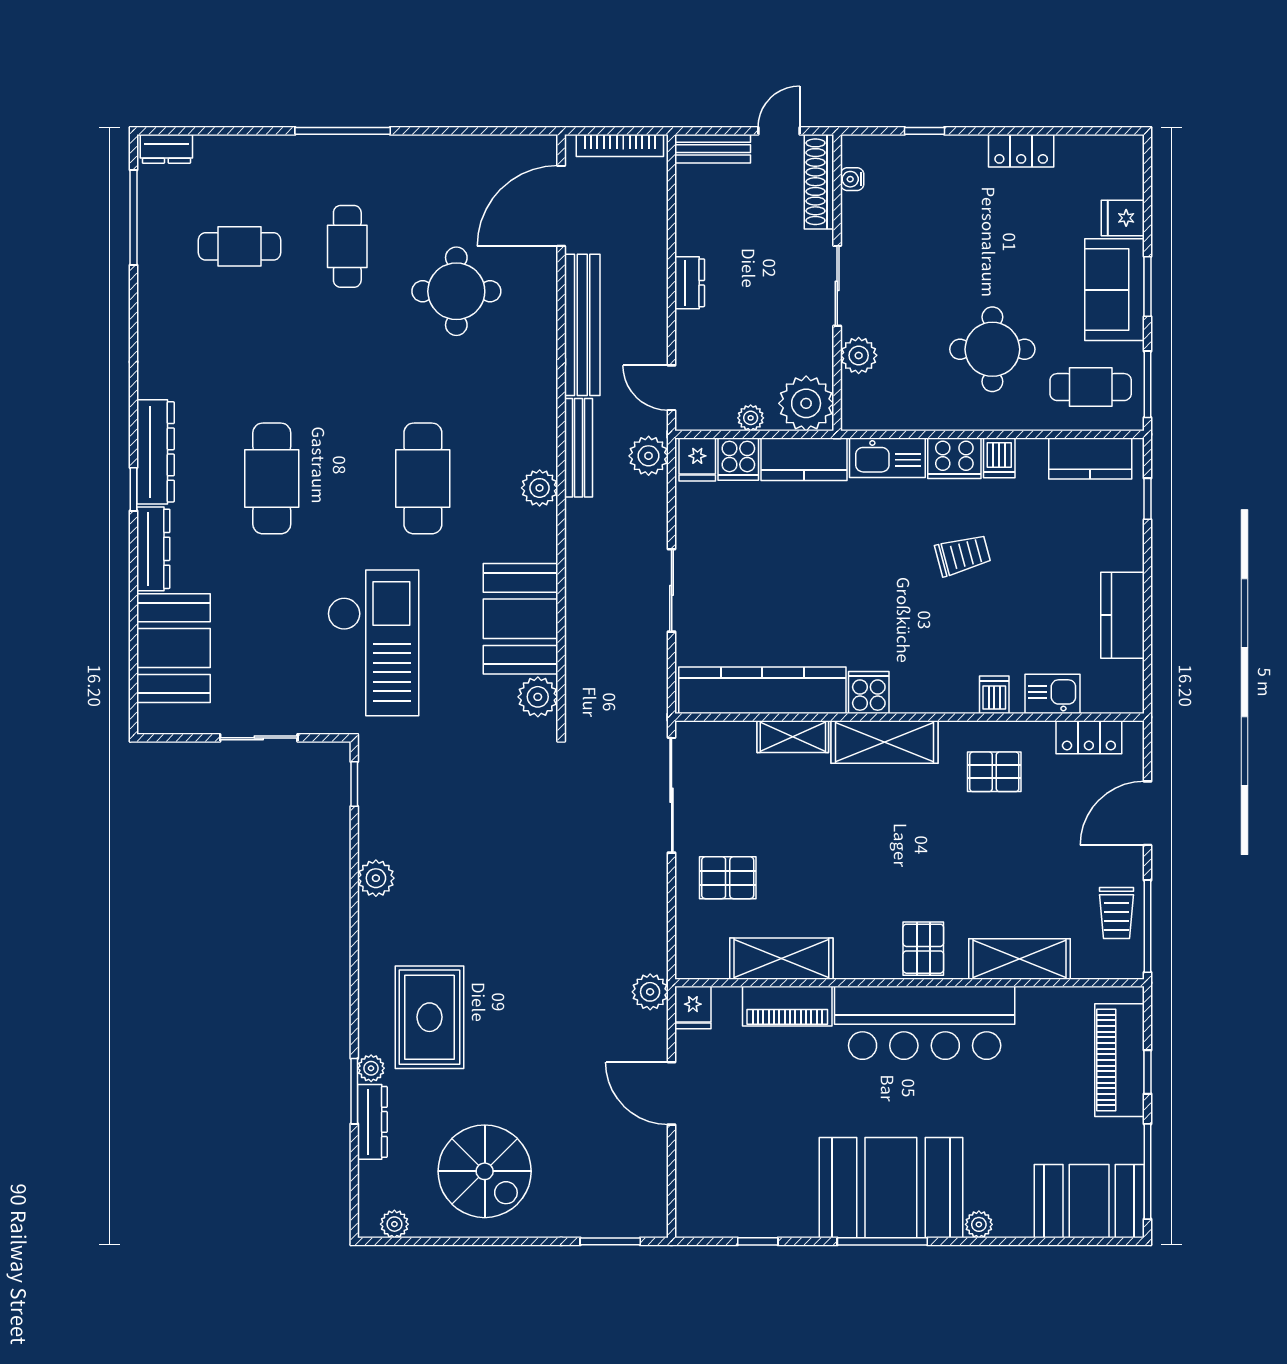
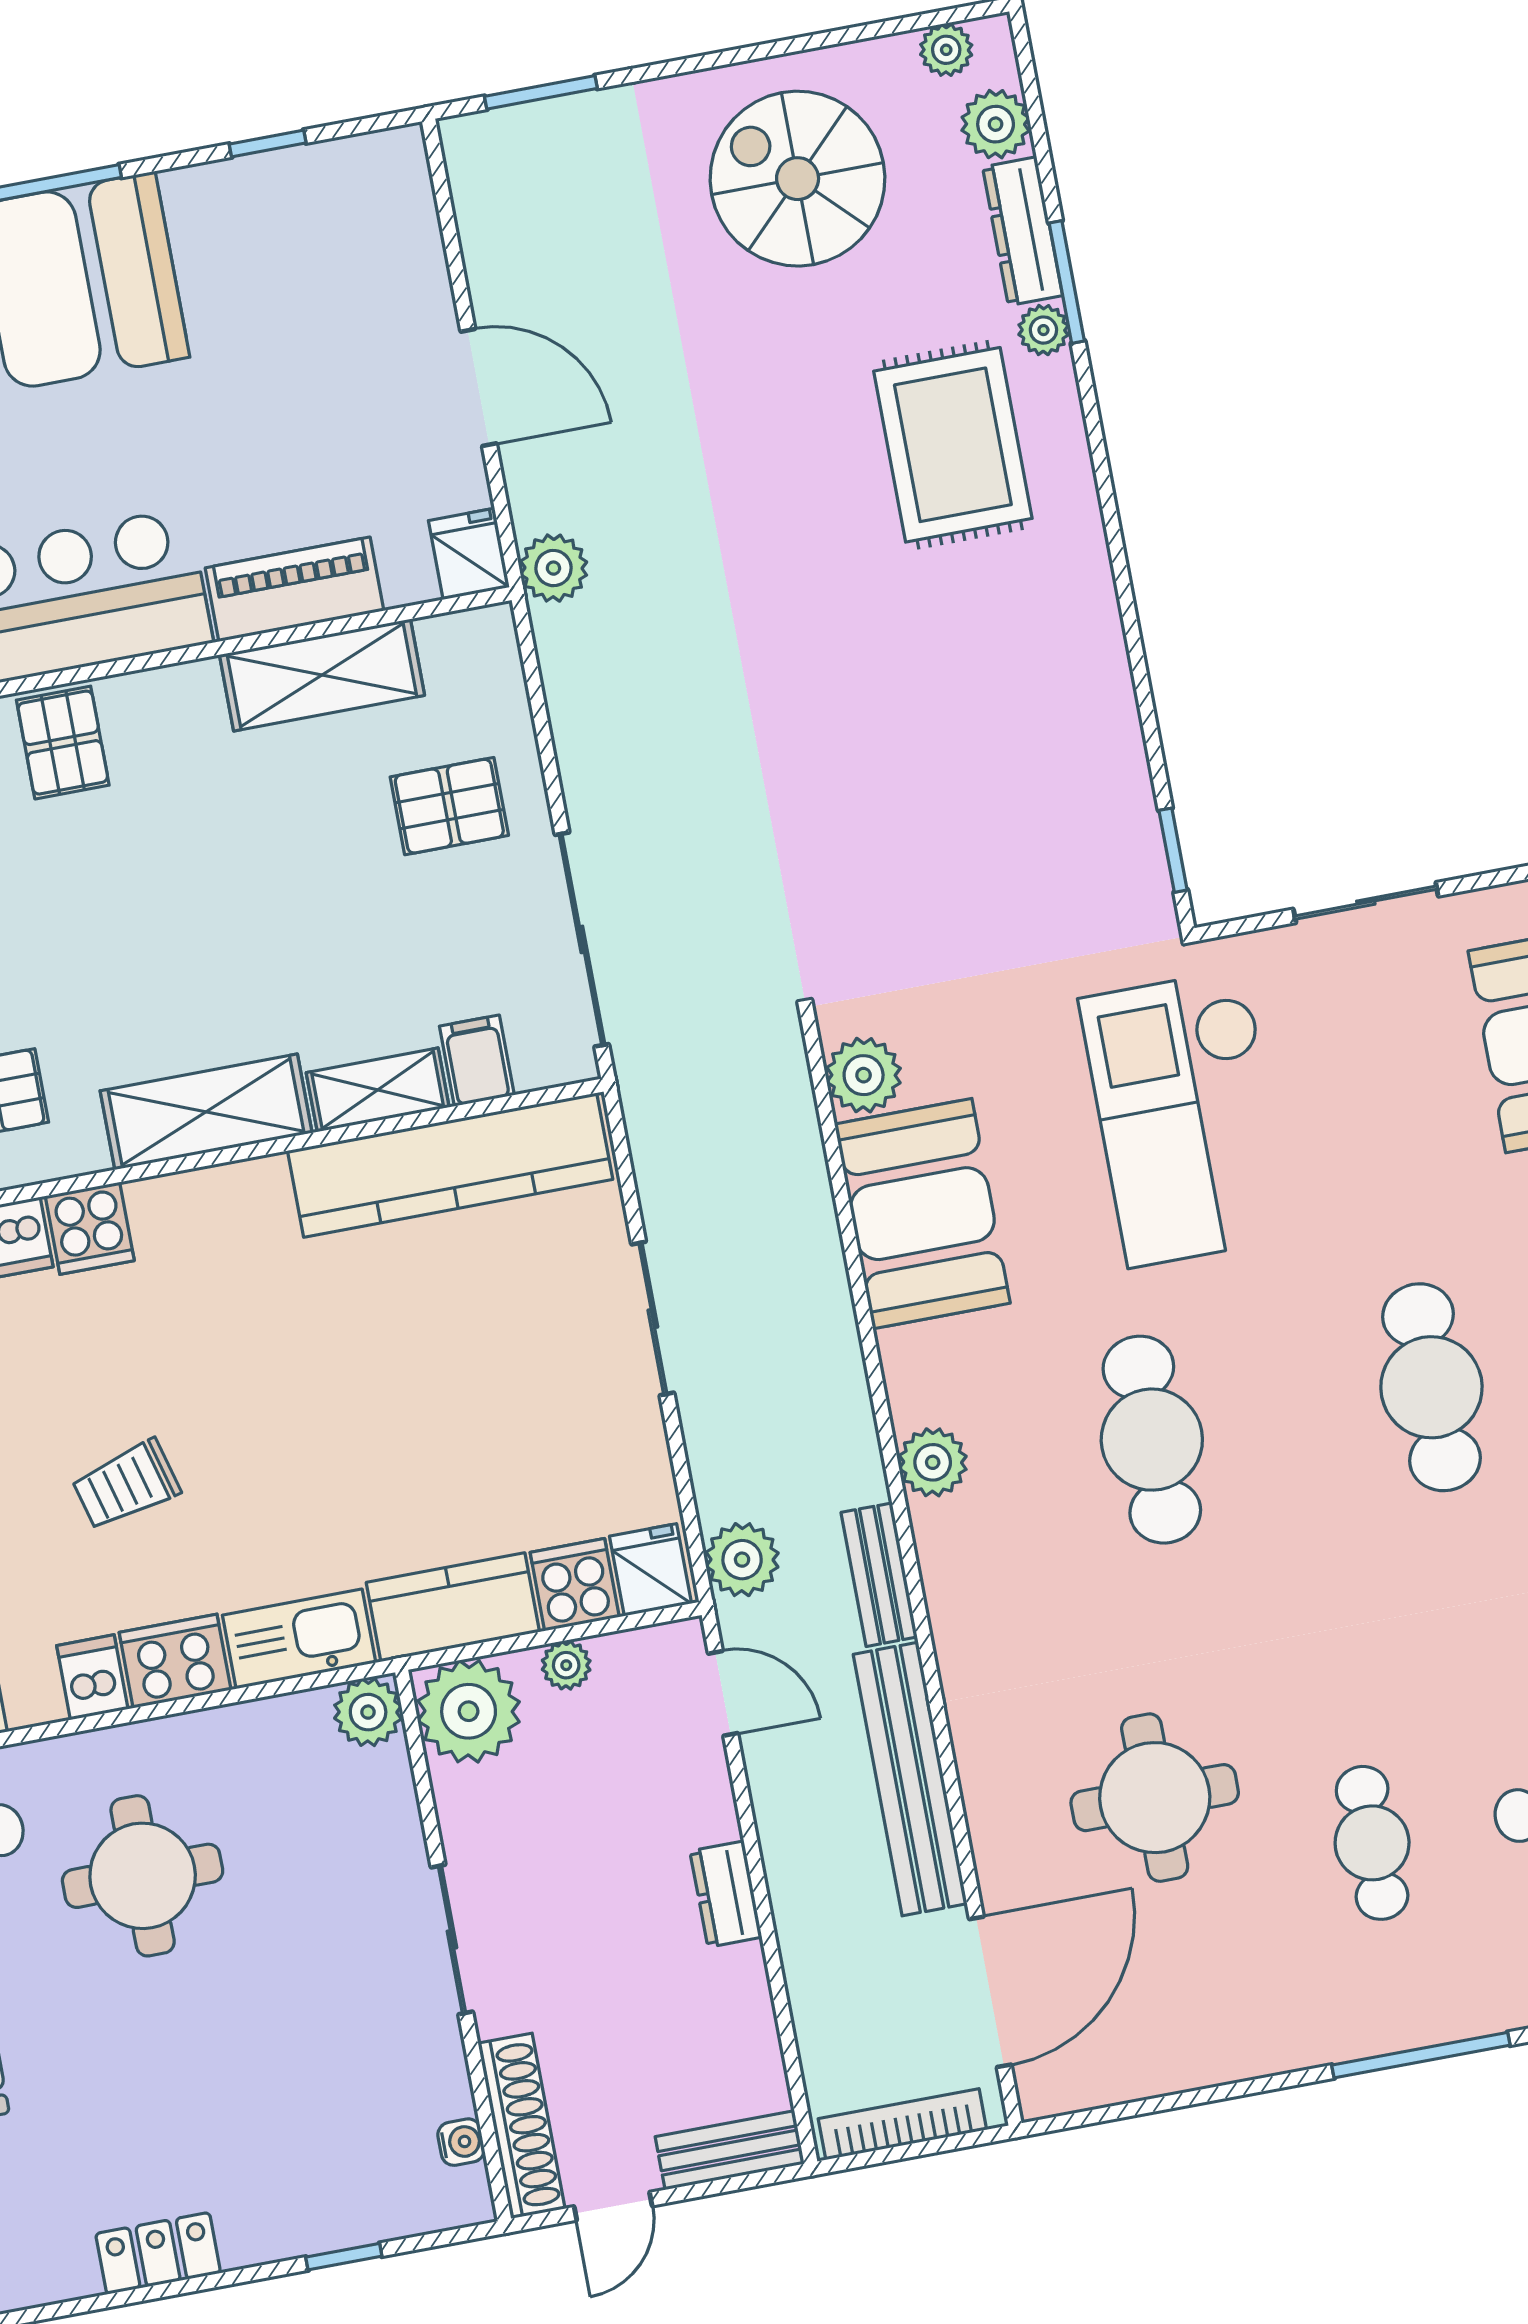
plant: (859, 355) -> (368, 1712), moved
bench: (578, 448) -> (879, 1575), width x0.73
cooker: (869, 693) -> (90, 1228), moved
filing cabinet: (738, 742) -> (477, 1061), added
plant: (376, 878) -> (996, 124), moved

